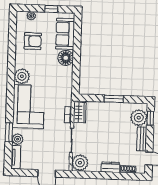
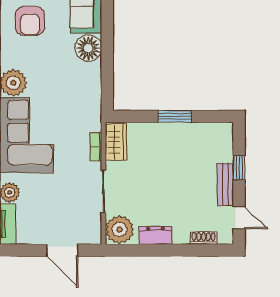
armchair: (33, 41) -> (30, 21), turned 90
plant: (139, 118) -> (219, 148), removed
window: (150, 118) -> (239, 168), moved
dresser: (111, 167) -> (155, 235), moved

